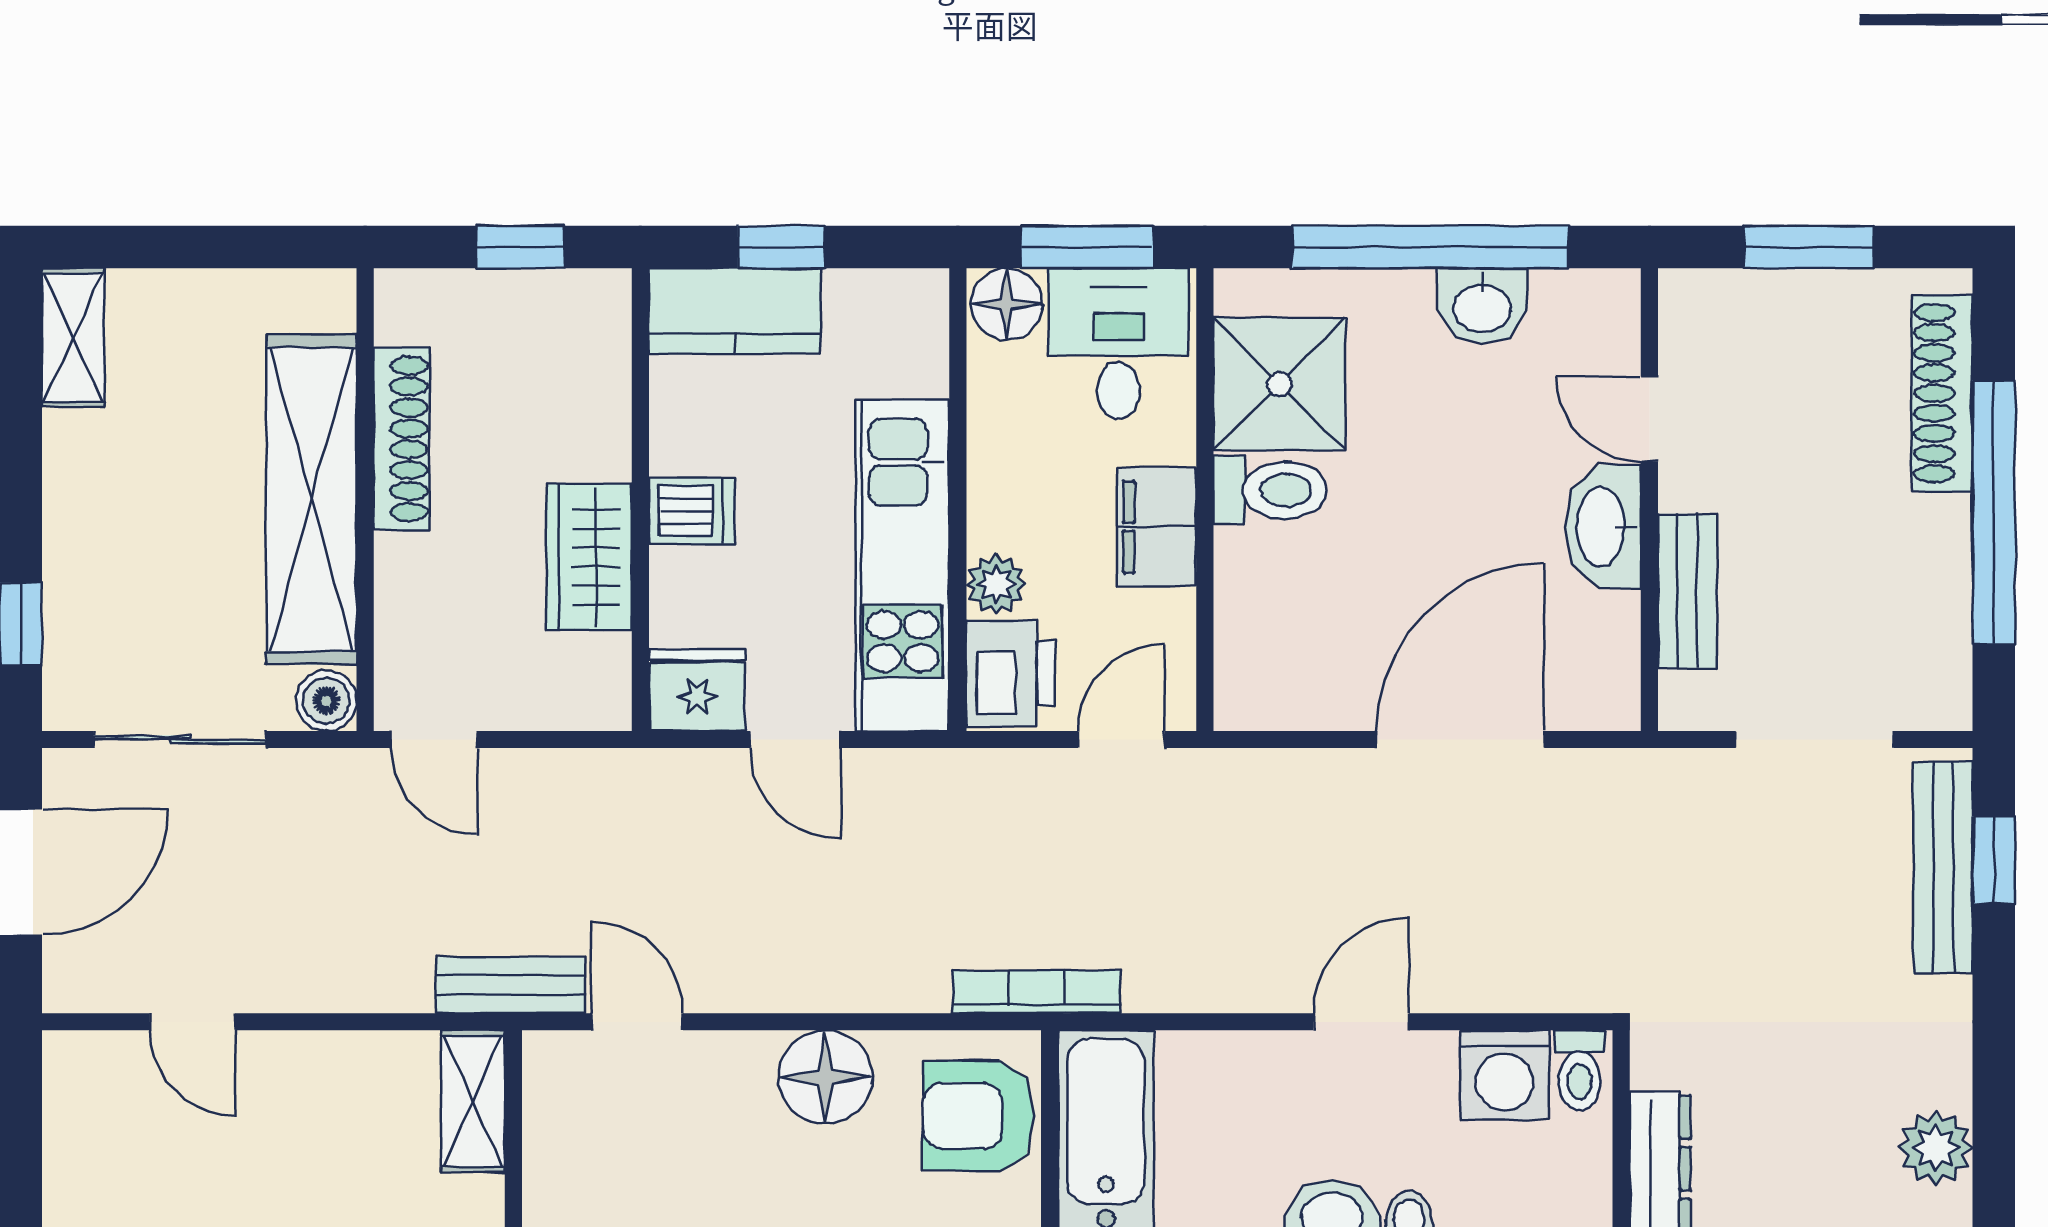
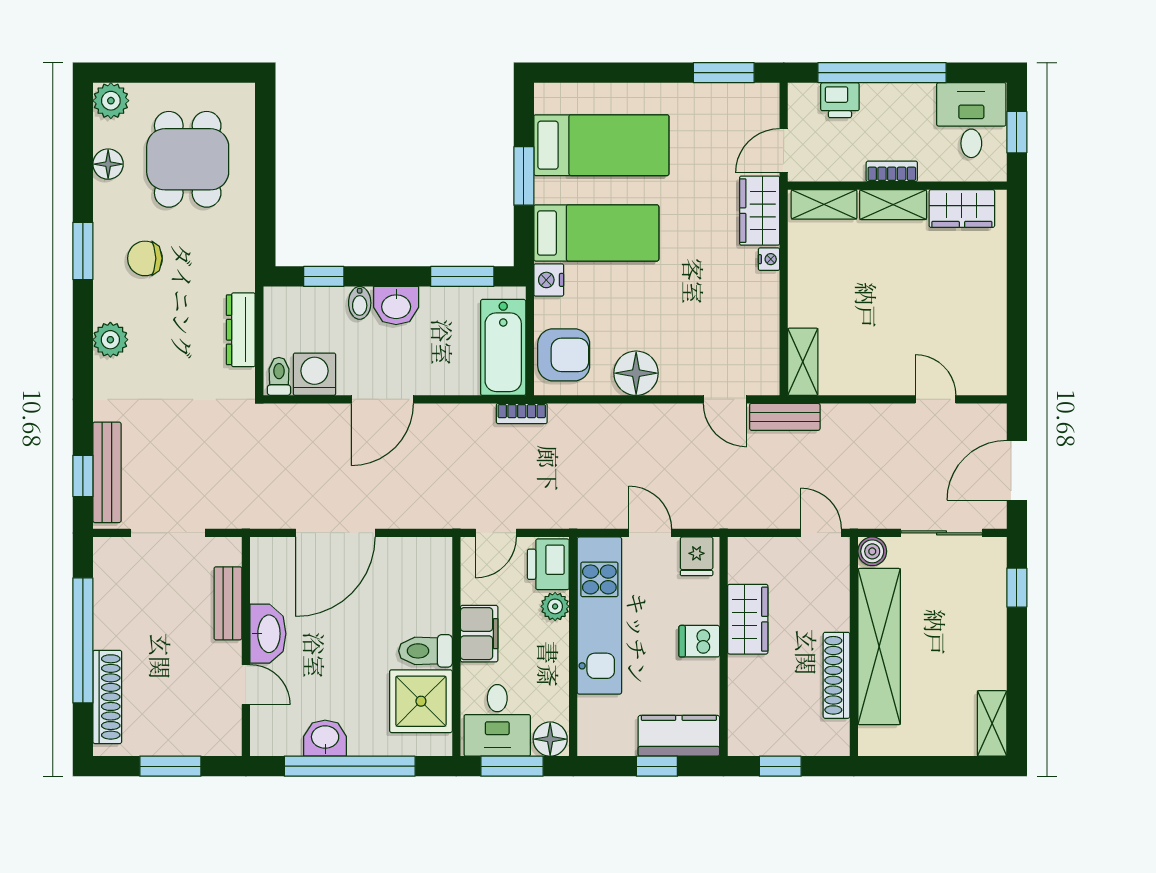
fridge: (697, 690) -> (697, 556), width x0.72
bookcase: (1036, 992) -> (522, 414), width x0.64
door: (1361, 1022) -> (382, 399), width x1.38

